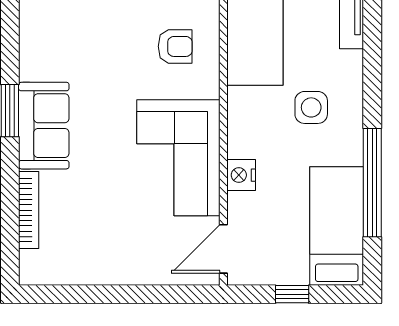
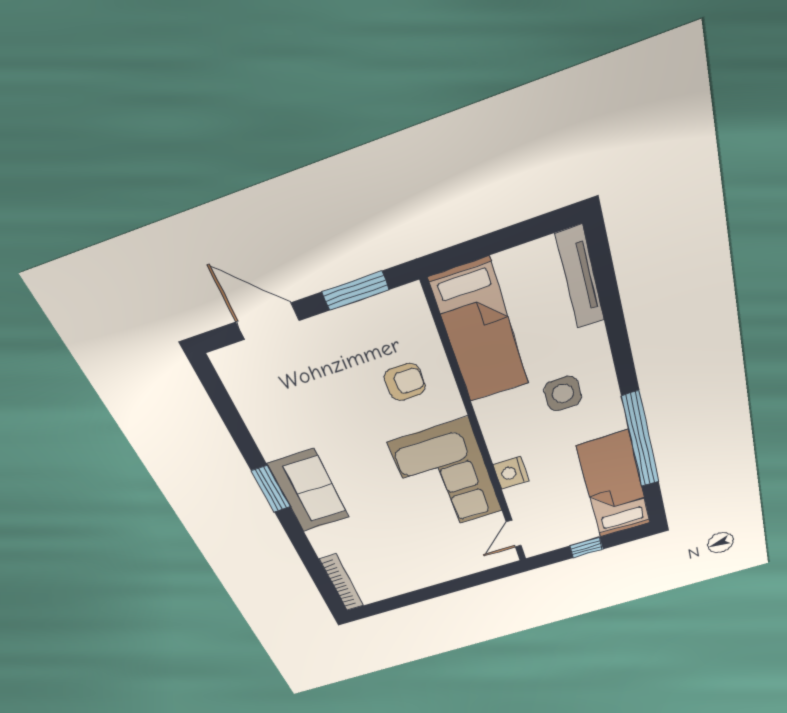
bookcase: (29, 210) -> (342, 583), moved
door: (223, 249) -> (514, 534), width x0.73

